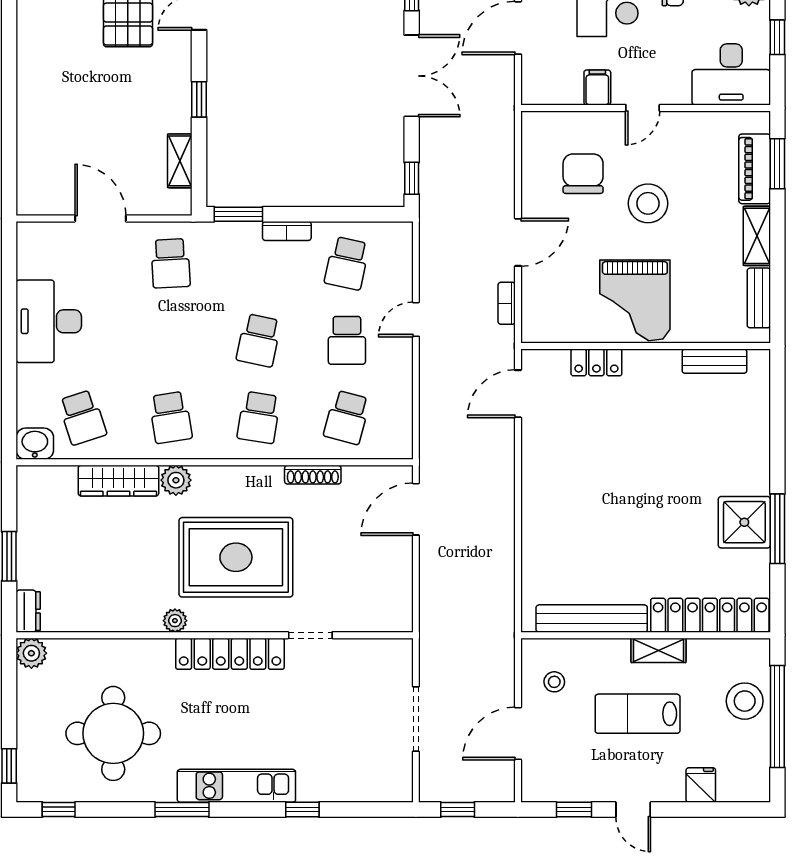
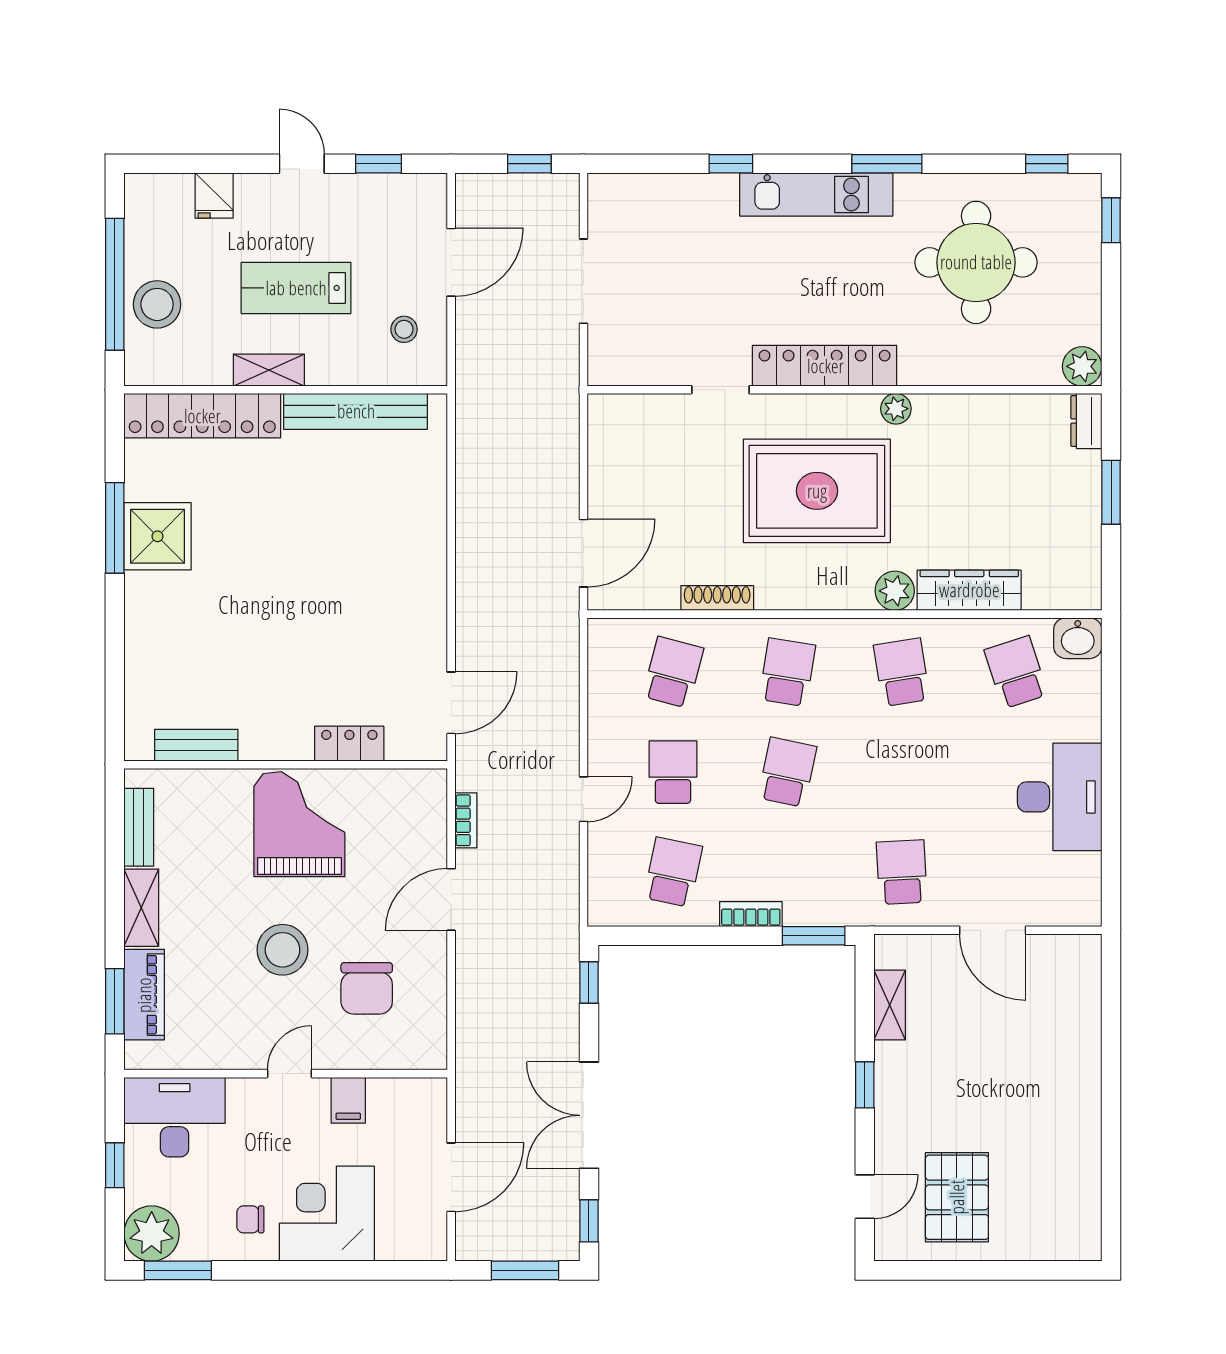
lab bench: (638, 714) -> (296, 288), turned 180

